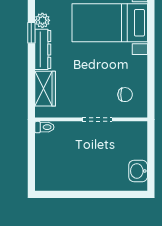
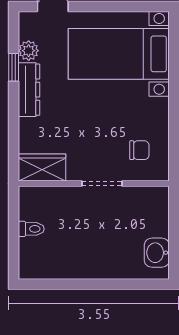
wardrobe: (45, 89) -> (42, 167), moved, turned -90
toilet: (44, 127) -> (31, 229), moved

